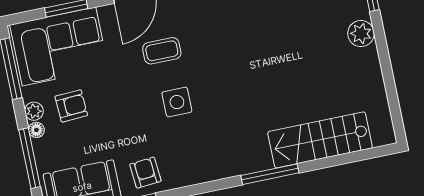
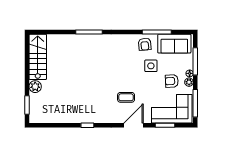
side table: (177, 102) -> (151, 66), moved
stairs: (320, 140) -> (38, 57), moved, turned -90

